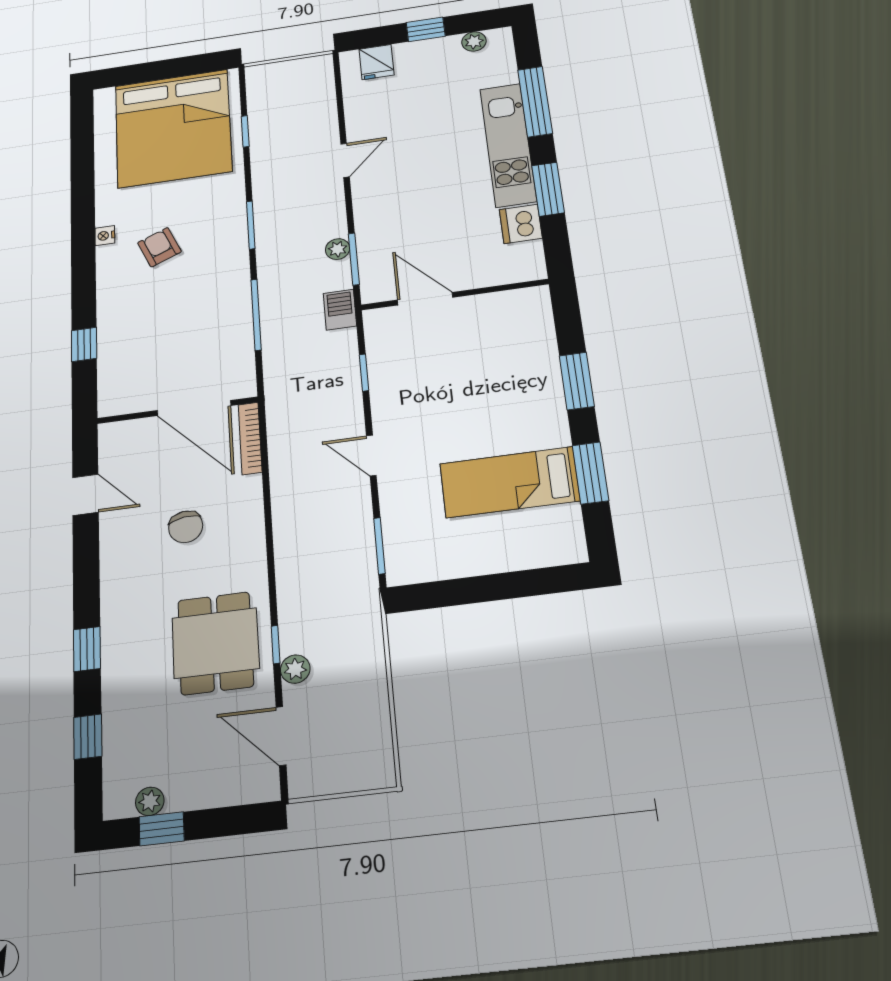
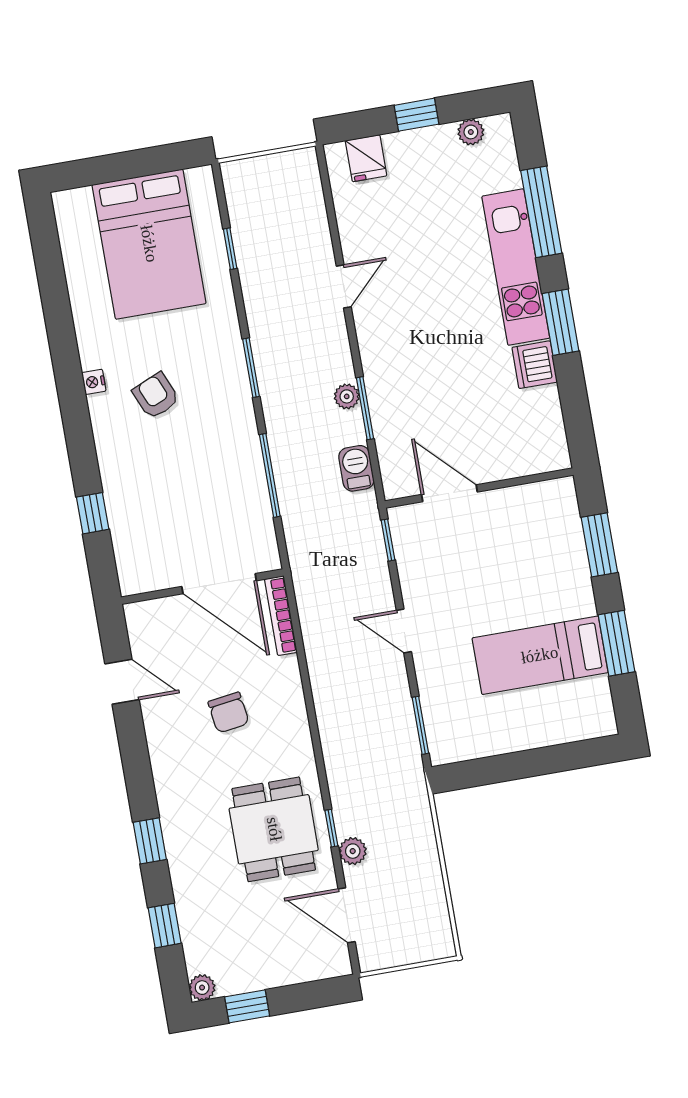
bed: (173, 128) -> (149, 244), width x0.73
wall: (455, 295) -> (479, 488), moved
door: (425, 299) -> (449, 493), moved
plant: (150, 801) -> (202, 988), moved

